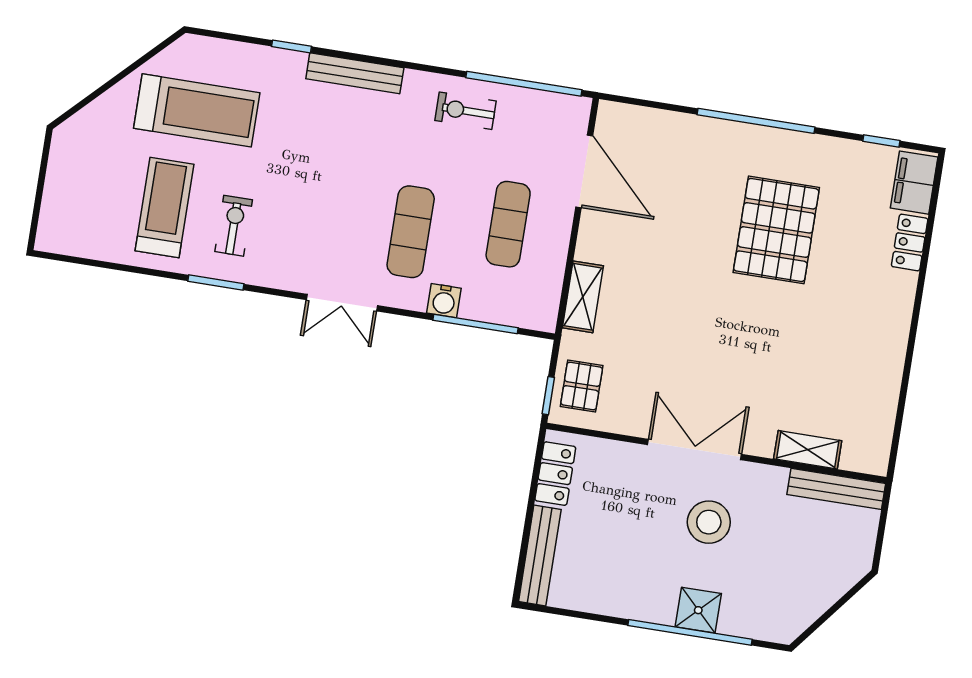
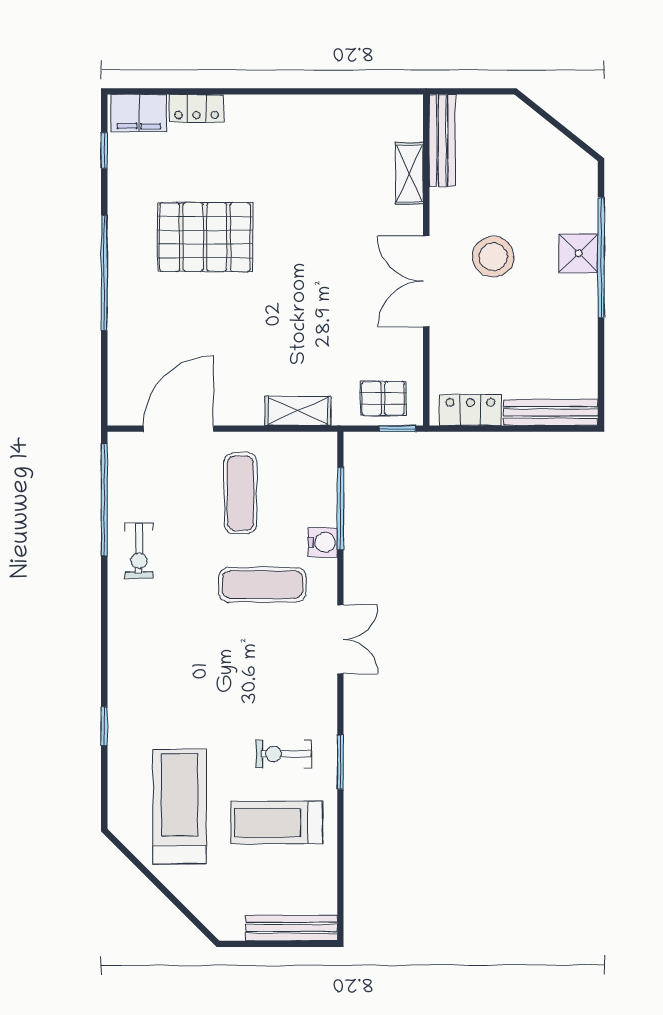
bench: (355, 73) -> (291, 928), moved, turned 90
exercise mat: (508, 224) -> (240, 493), turned 90

